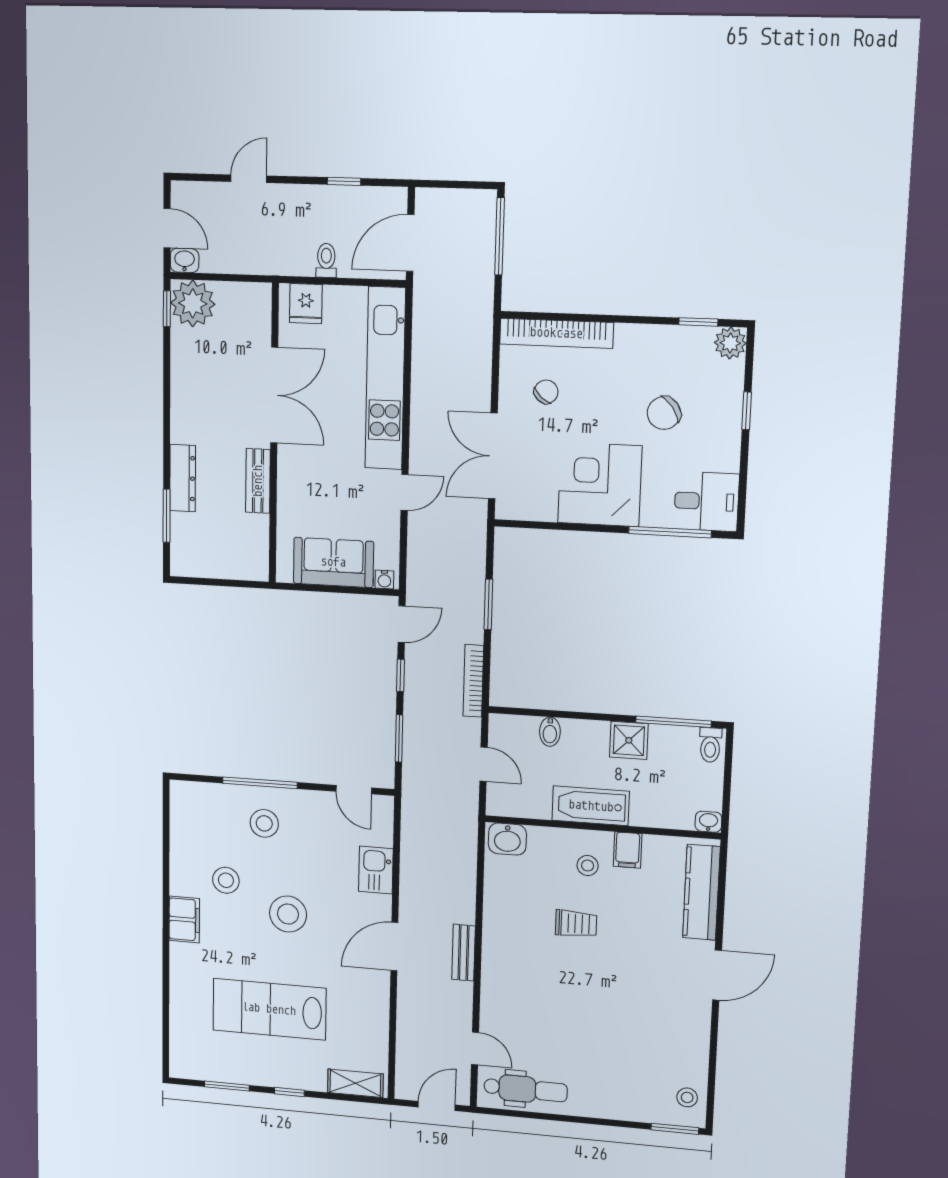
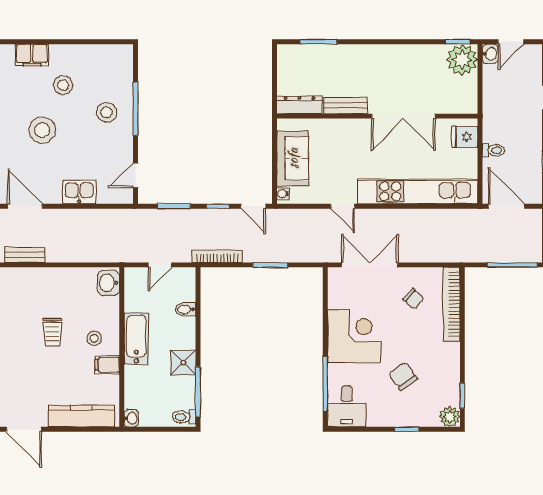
dresser: (183, 478) -> (299, 105), moved, turned 180

